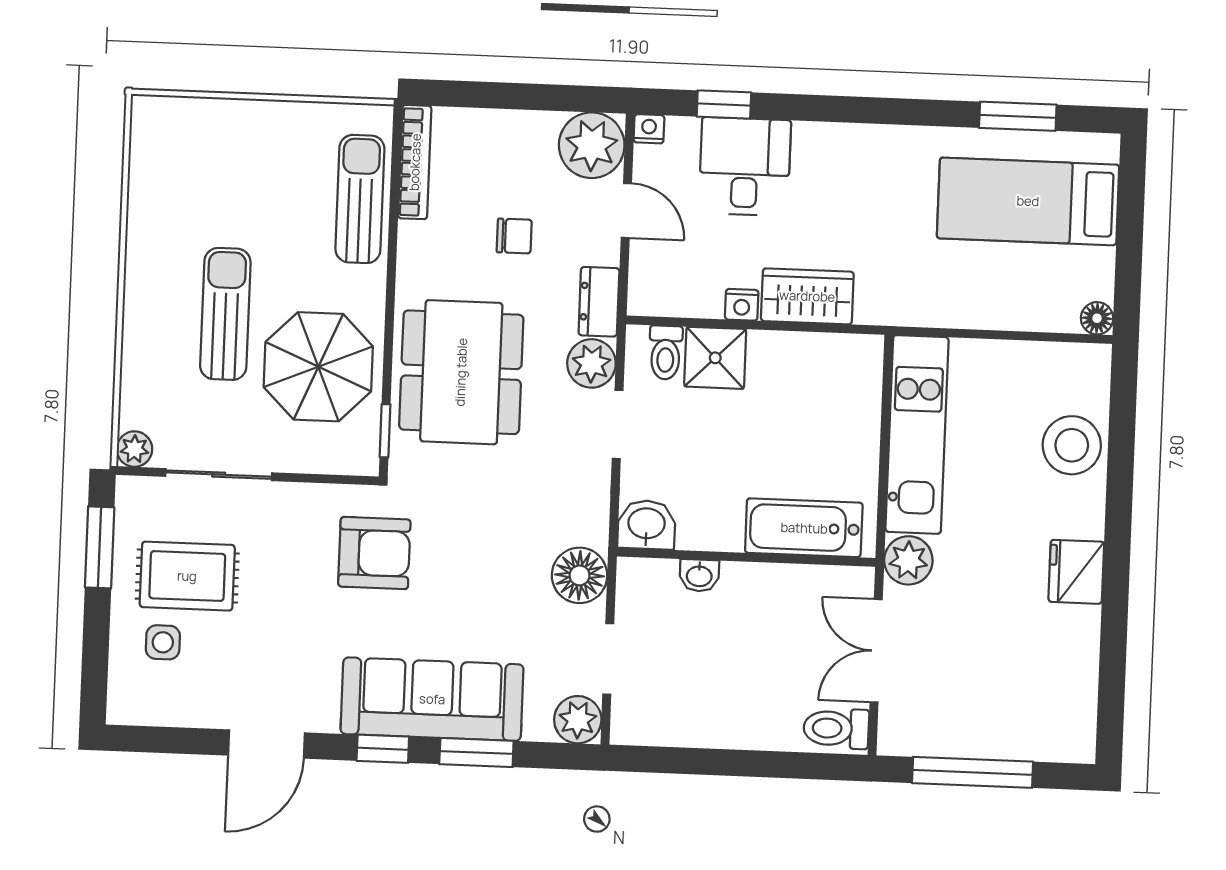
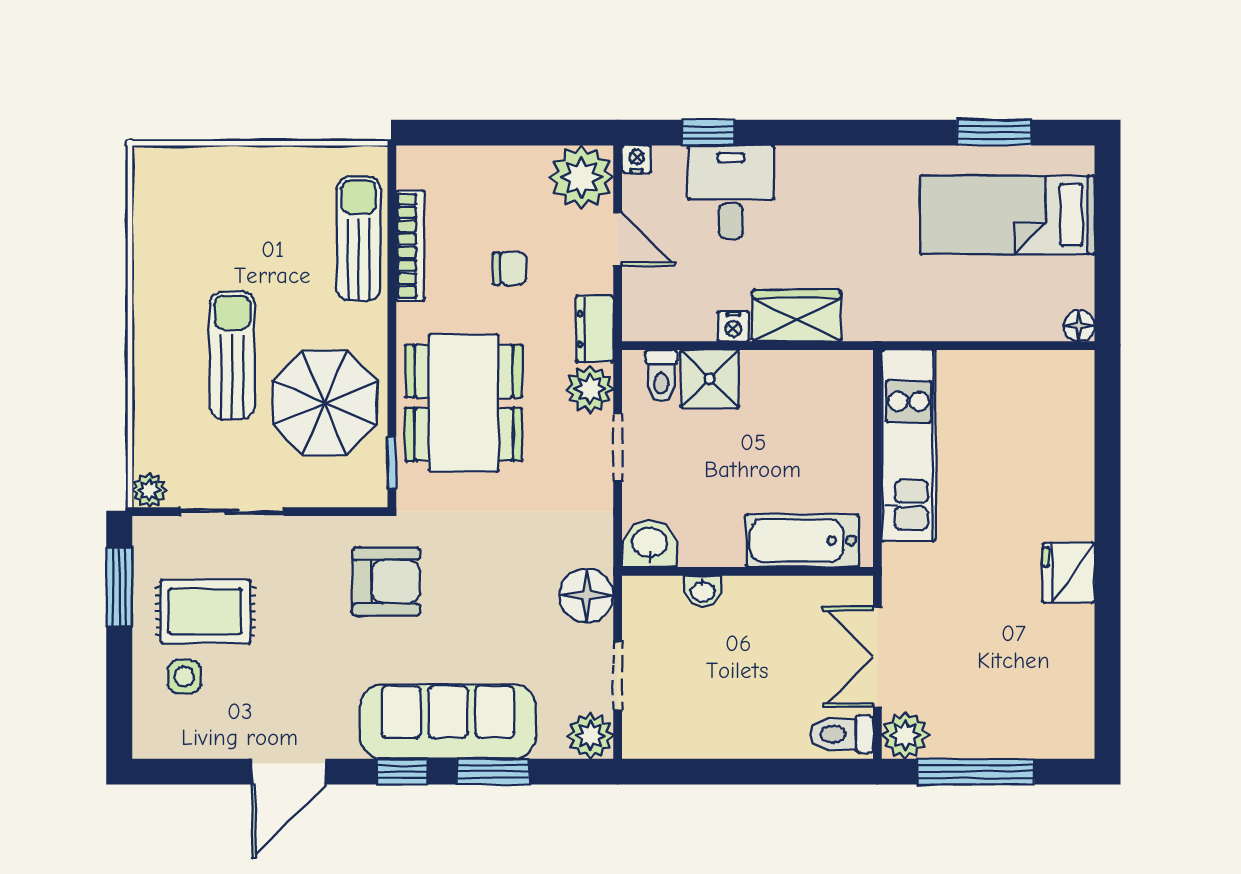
bookcase: (415, 162) -> (410, 246), moved
stool: (1072, 445) -> (1059, 450), removed
plant: (908, 560) -> (905, 735), moved

